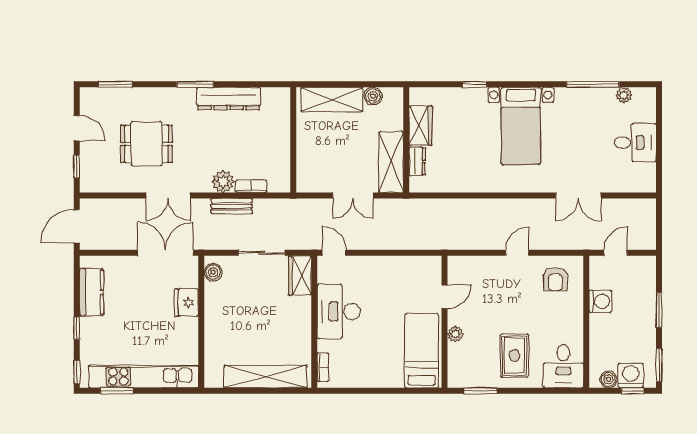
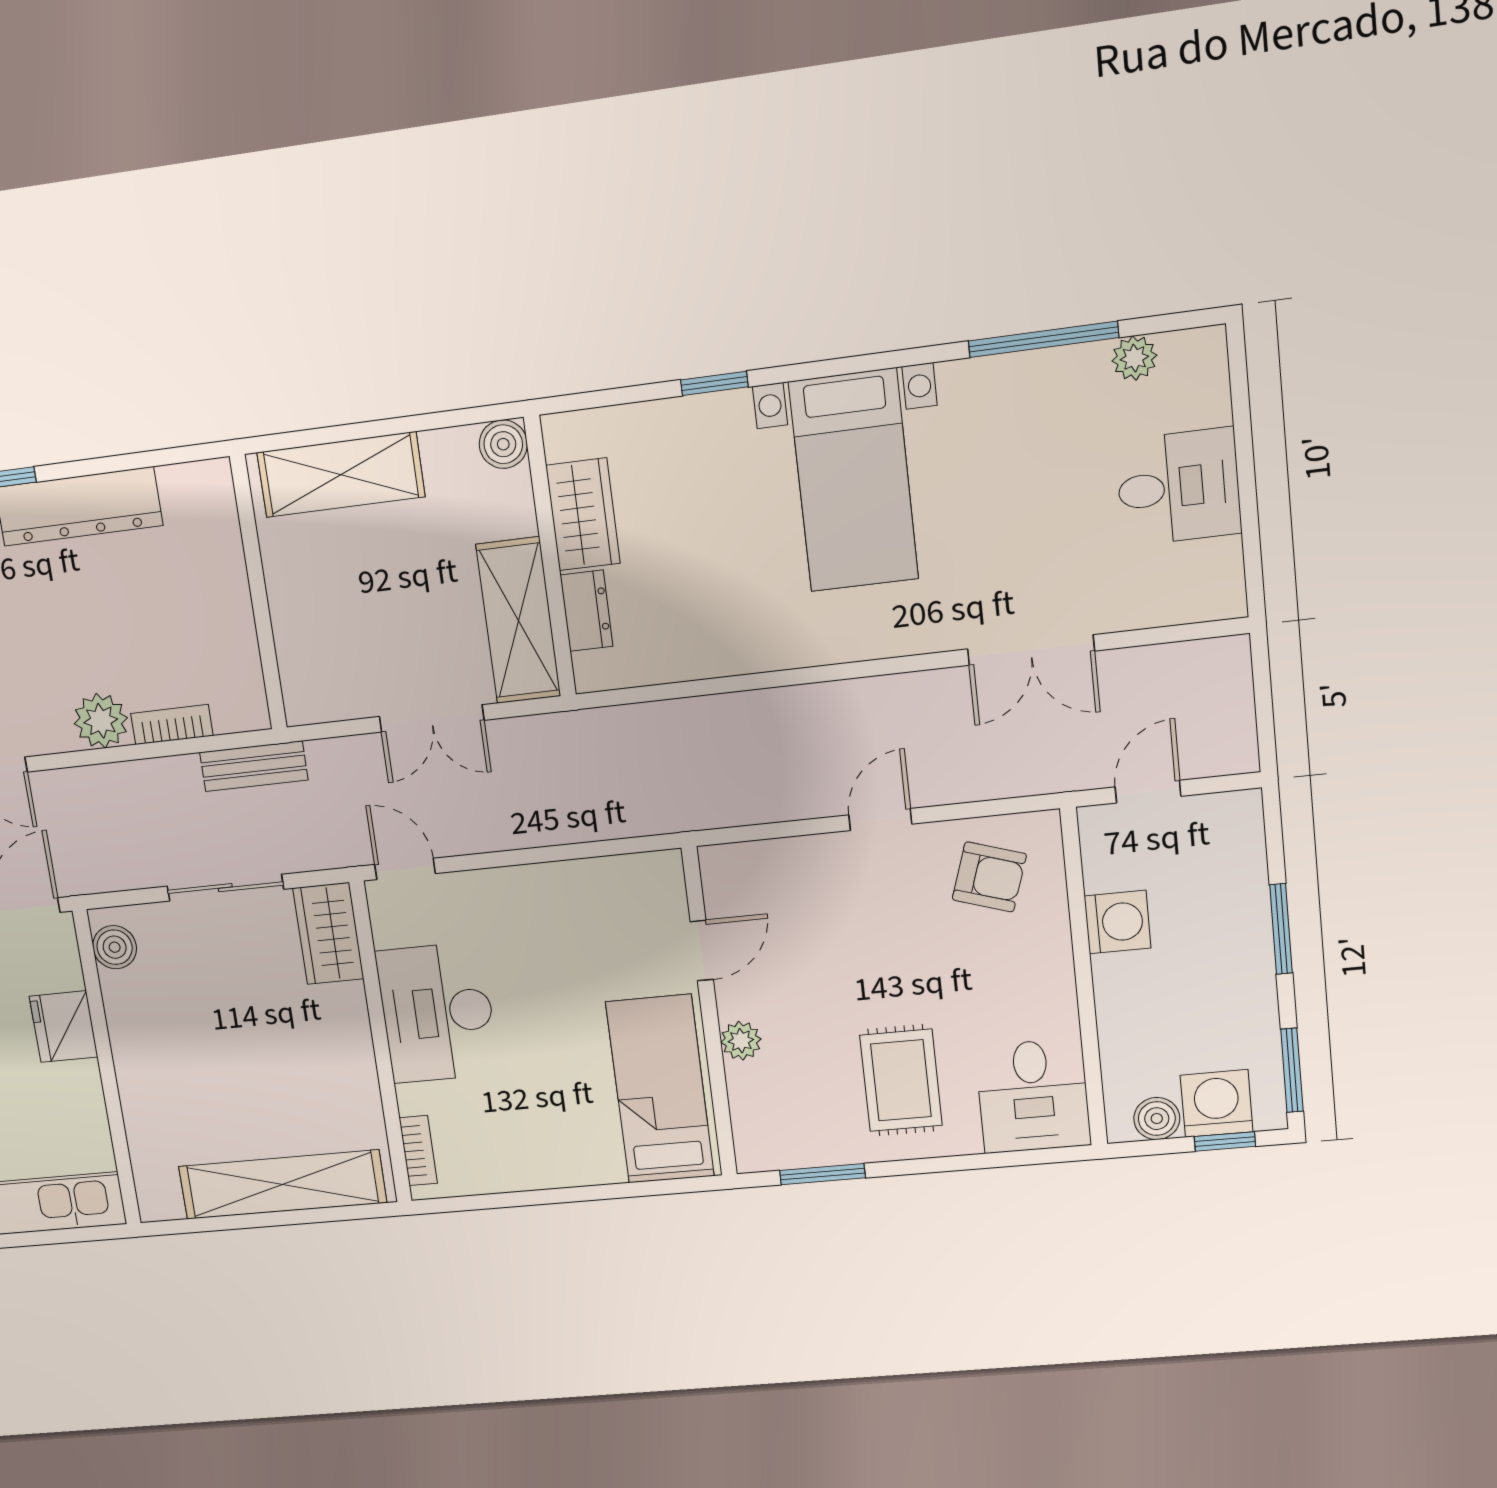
boiler: (373, 96) -> (503, 444), moved
bench: (232, 206) -> (254, 766), moved
armchair: (555, 279) -> (989, 877), turned -72

